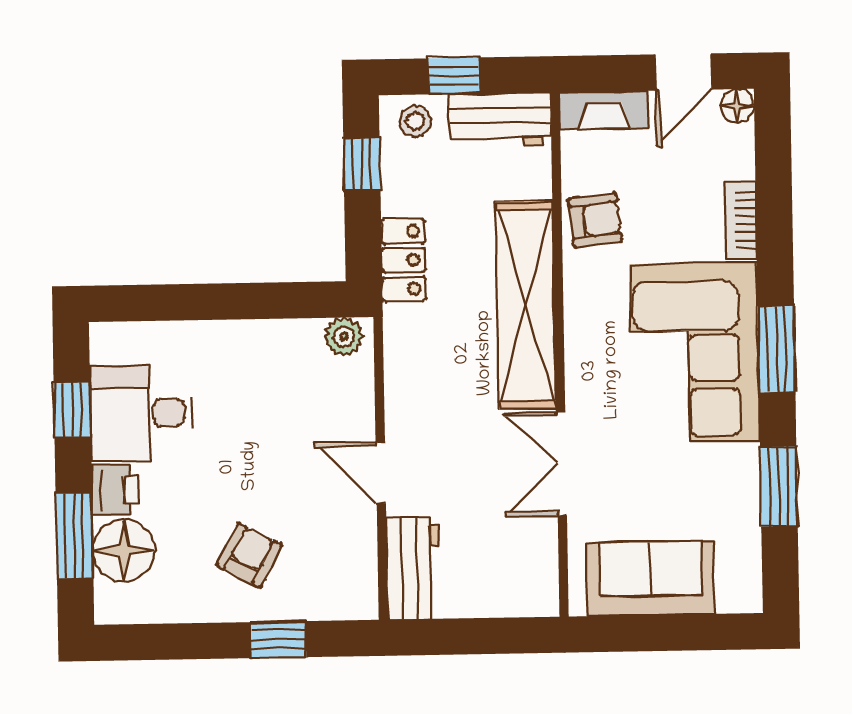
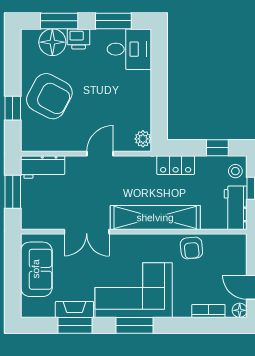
fireplace: (604, 110) -> (74, 309), moved, turned 90
bookcase: (741, 220) -> (208, 311), moved
window: (72, 410) -> (113, 21), width x1.50
desk: (141, 413) -> (129, 49), moved, turned 90
double door: (561, 464) -> (87, 232), swing flipped
door: (381, 473) -> (100, 154), moved
armchair: (249, 555) -> (49, 96), width x1.88, depth x1.88
window: (472, 636) -> (13, 192), added

